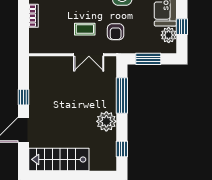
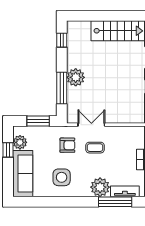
armchair: (116, 32) -> (67, 145), turned 90
plant: (106, 121) -> (76, 77), moved

